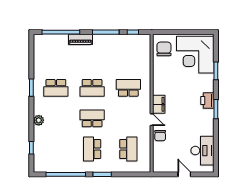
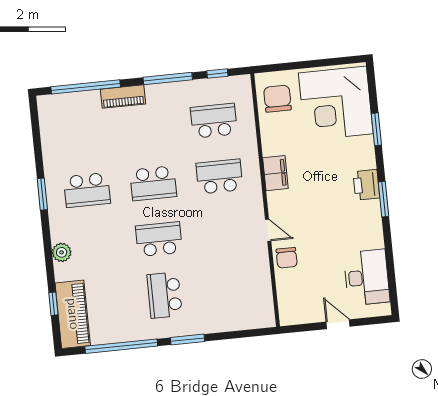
filing cabinet: (159, 104) -> (275, 173), moved
school desk: (128, 149) -> (214, 121), moved, turned -90
piano: (41, 154) -> (73, 314), added

